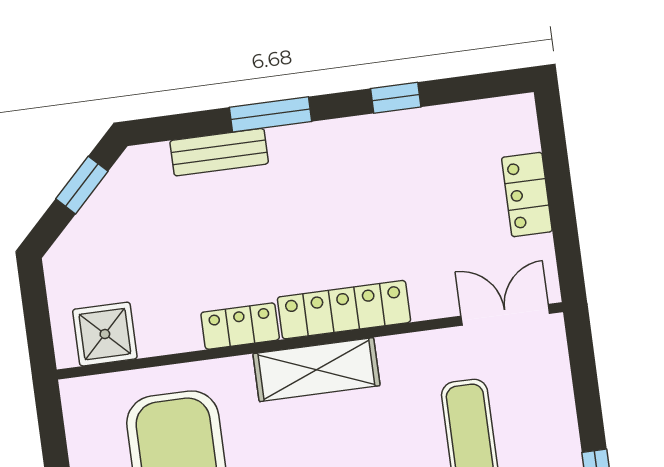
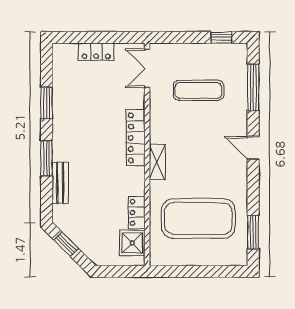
window: (396, 98) -> (47, 103), width x1.50
locker: (240, 326) -> (137, 213), moved
shelving: (316, 370) -> (157, 162), width x0.67, depth x0.75

